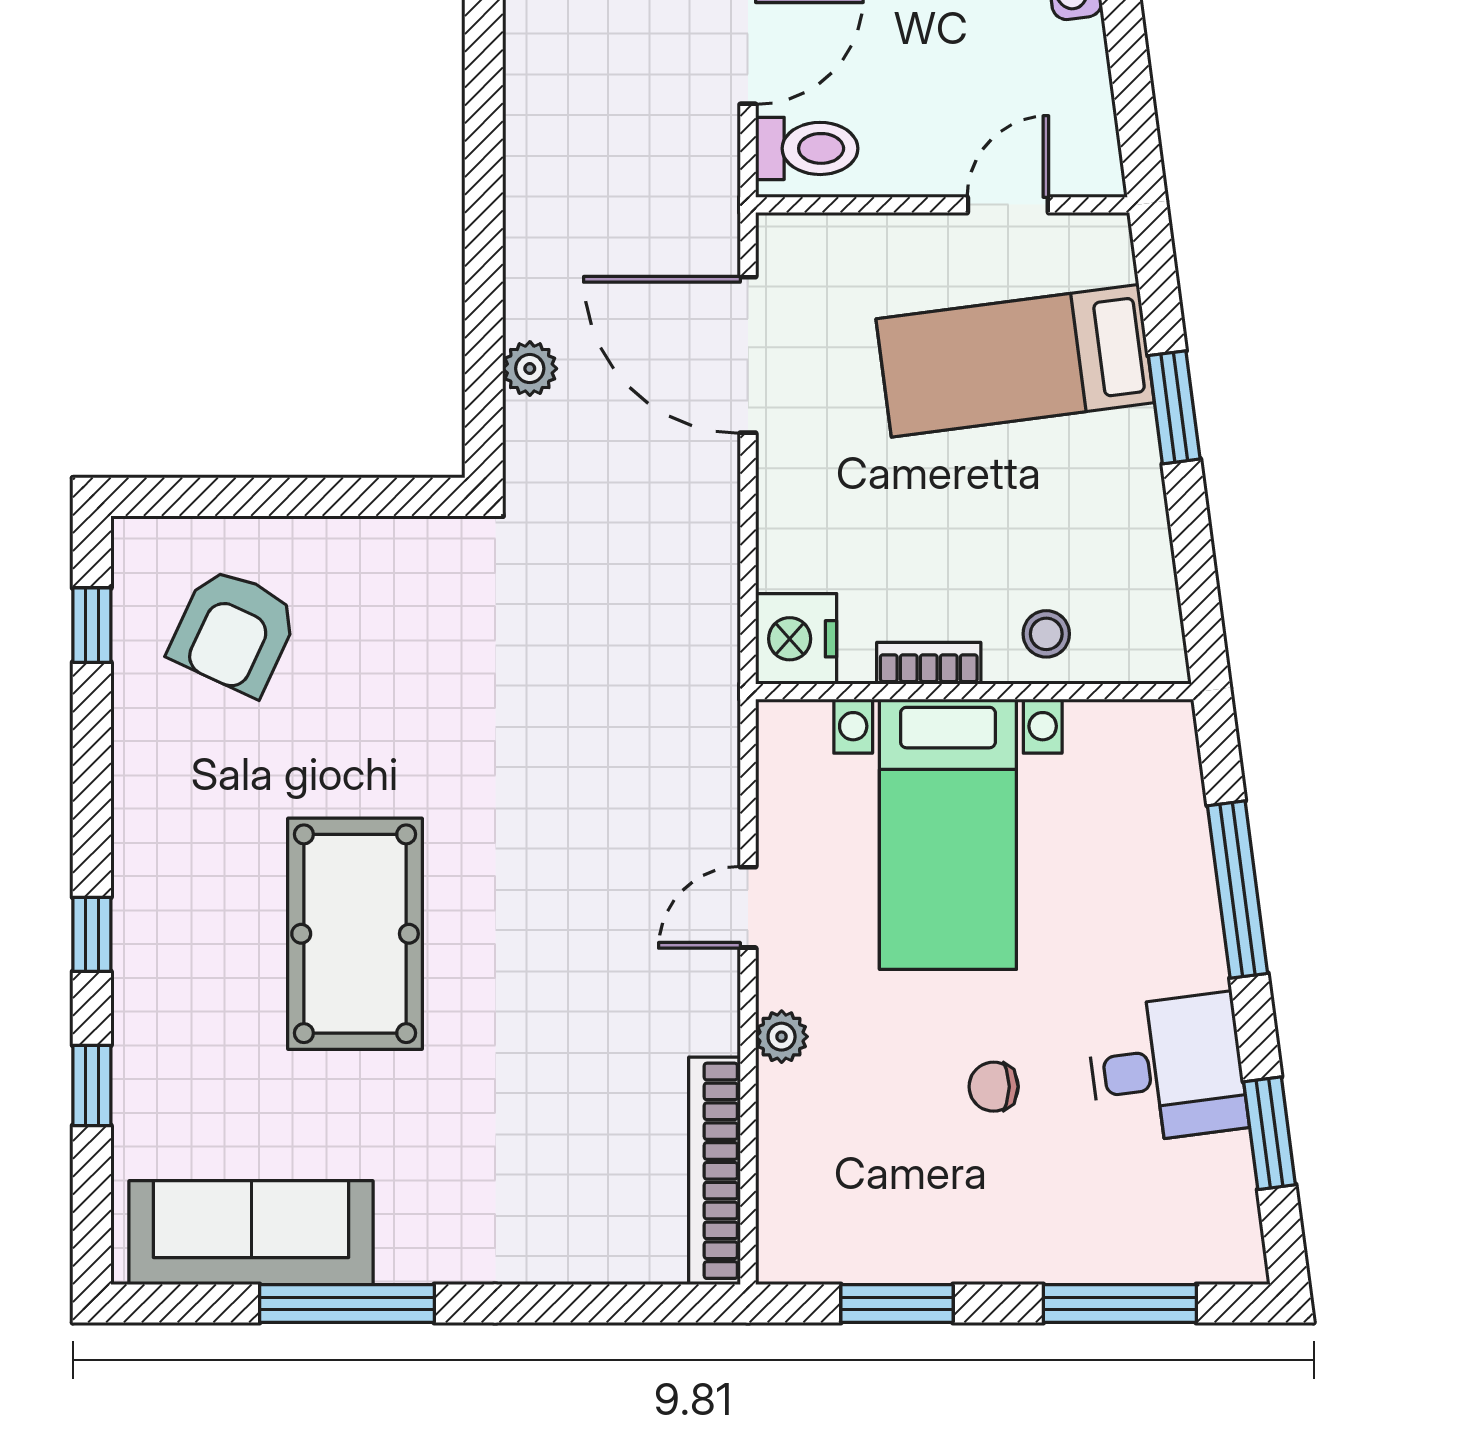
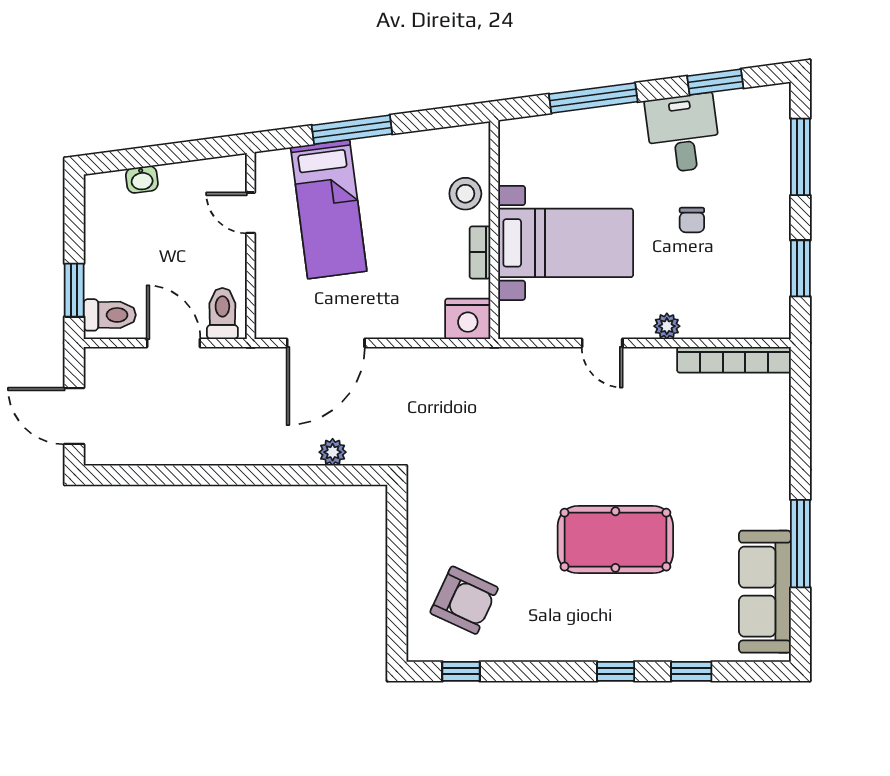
window: (1174, 407) -> (352, 130), width x1.44
stool: (1046, 634) -> (465, 194), width x1.37, depth x1.37

